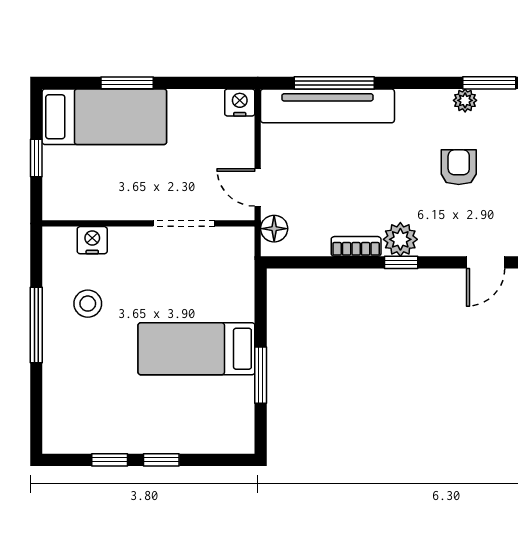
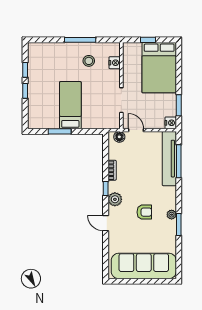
window: (127, 83) -> (179, 105), moved
bed: (104, 117) -> (159, 68), width x1.50
door: (258, 187) -> (136, 130), hinge flipped
plant: (400, 239) -> (115, 199), moved

